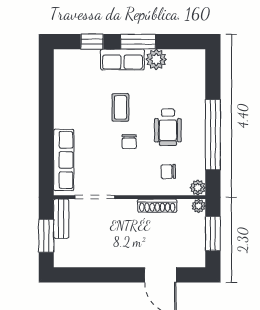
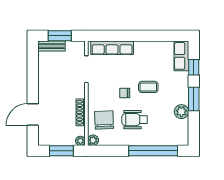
row of seats: (123, 59) -> (181, 56), moved
window: (213, 135) -> (153, 151), moved
chair: (168, 172) -> (104, 120), width x1.87, depth x1.87
bench: (61, 219) -> (51, 46), moved

